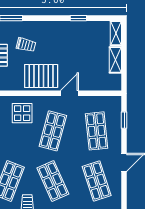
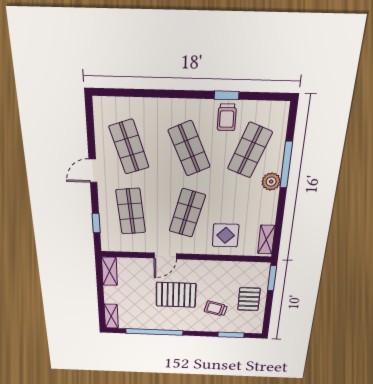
window: (78, 18) -> (154, 332), width x3.17
shelving: (115, 60) -> (109, 271), moved
pallet: (41, 76) -> (176, 295), moved

